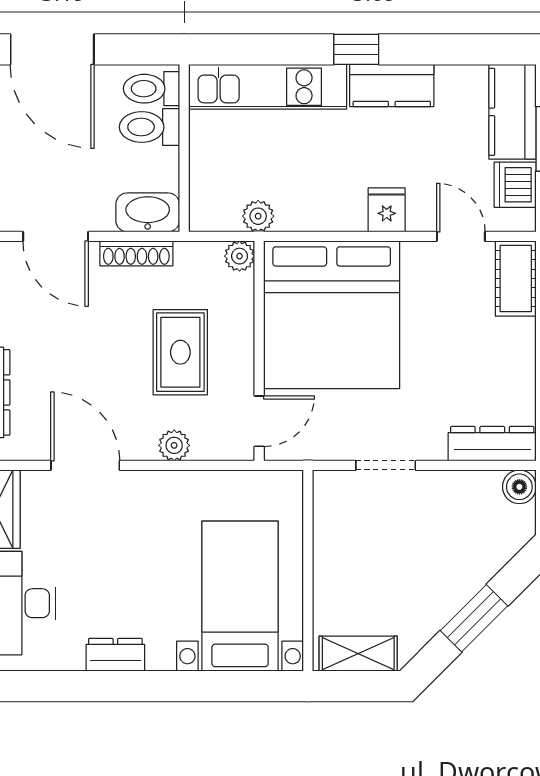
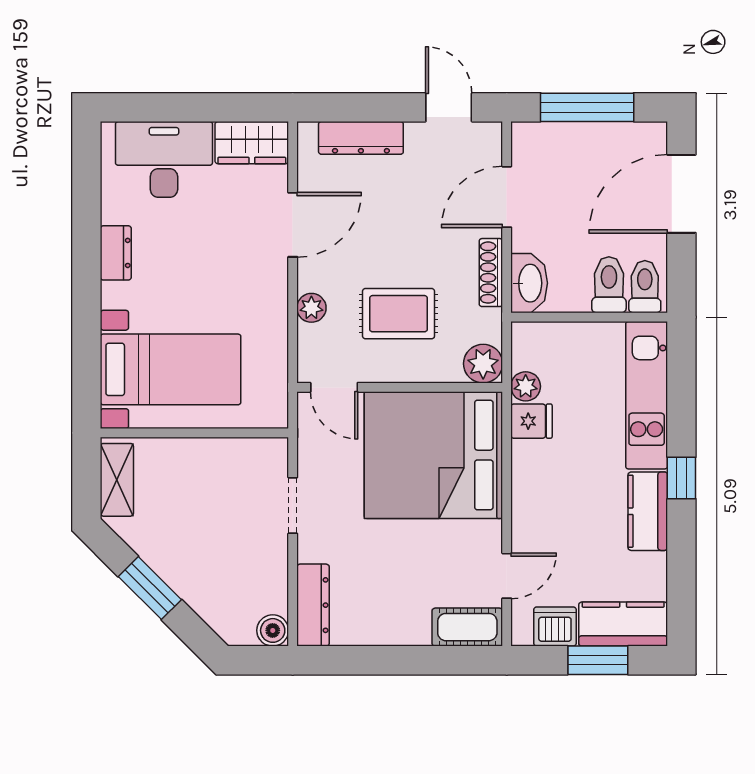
fridge: (387, 210) -> (531, 421), moved
plant: (240, 256) -> (483, 364), width x1.38, depth x1.38

